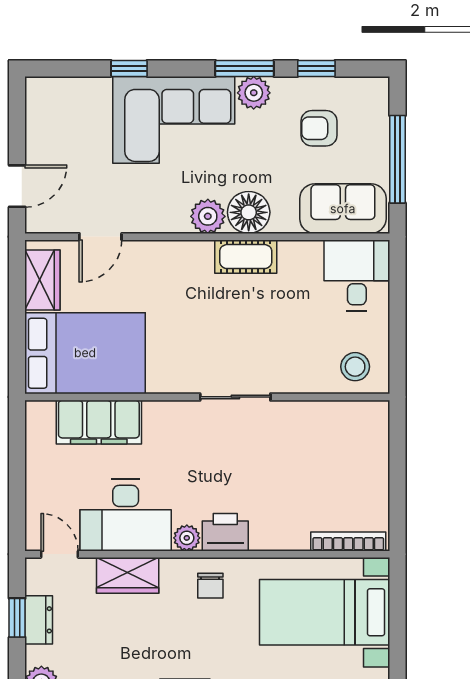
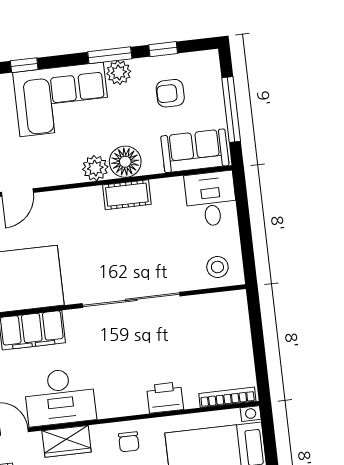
sliding door: (235, 397) -> (131, 300), width x1.86
printer: (225, 532) -> (165, 398), moved
plant: (187, 538) -> (107, 409), removed

